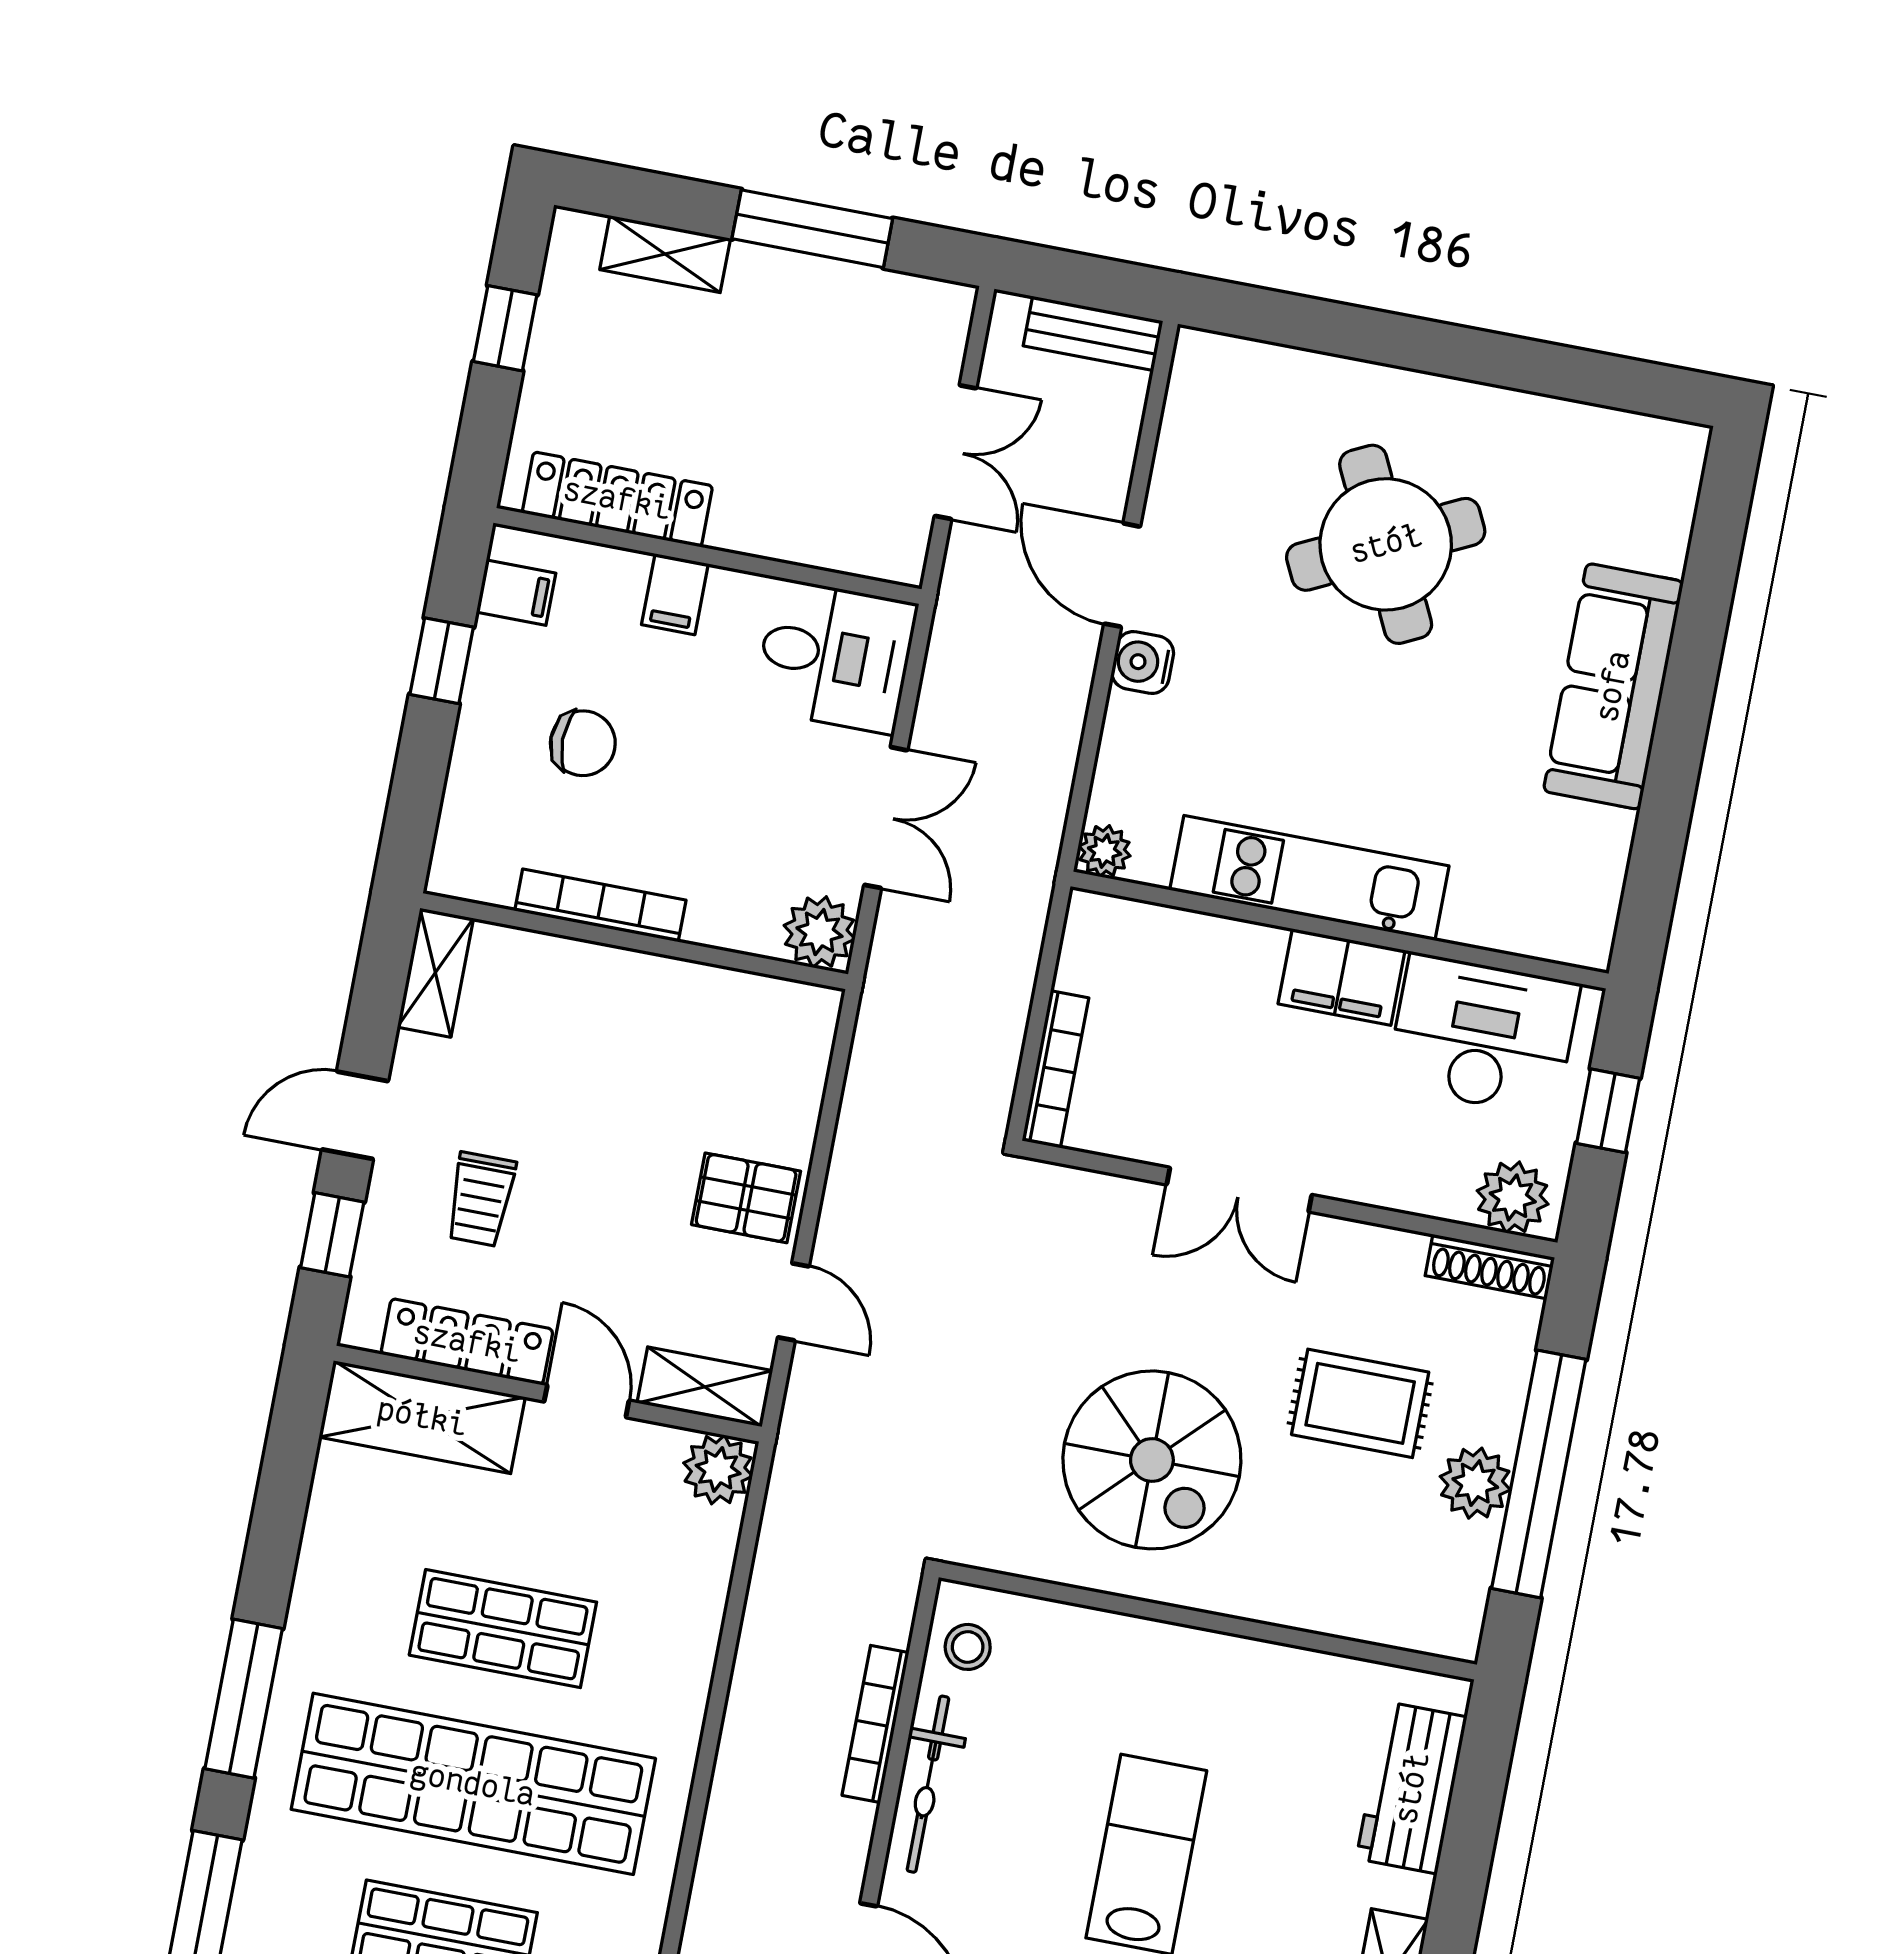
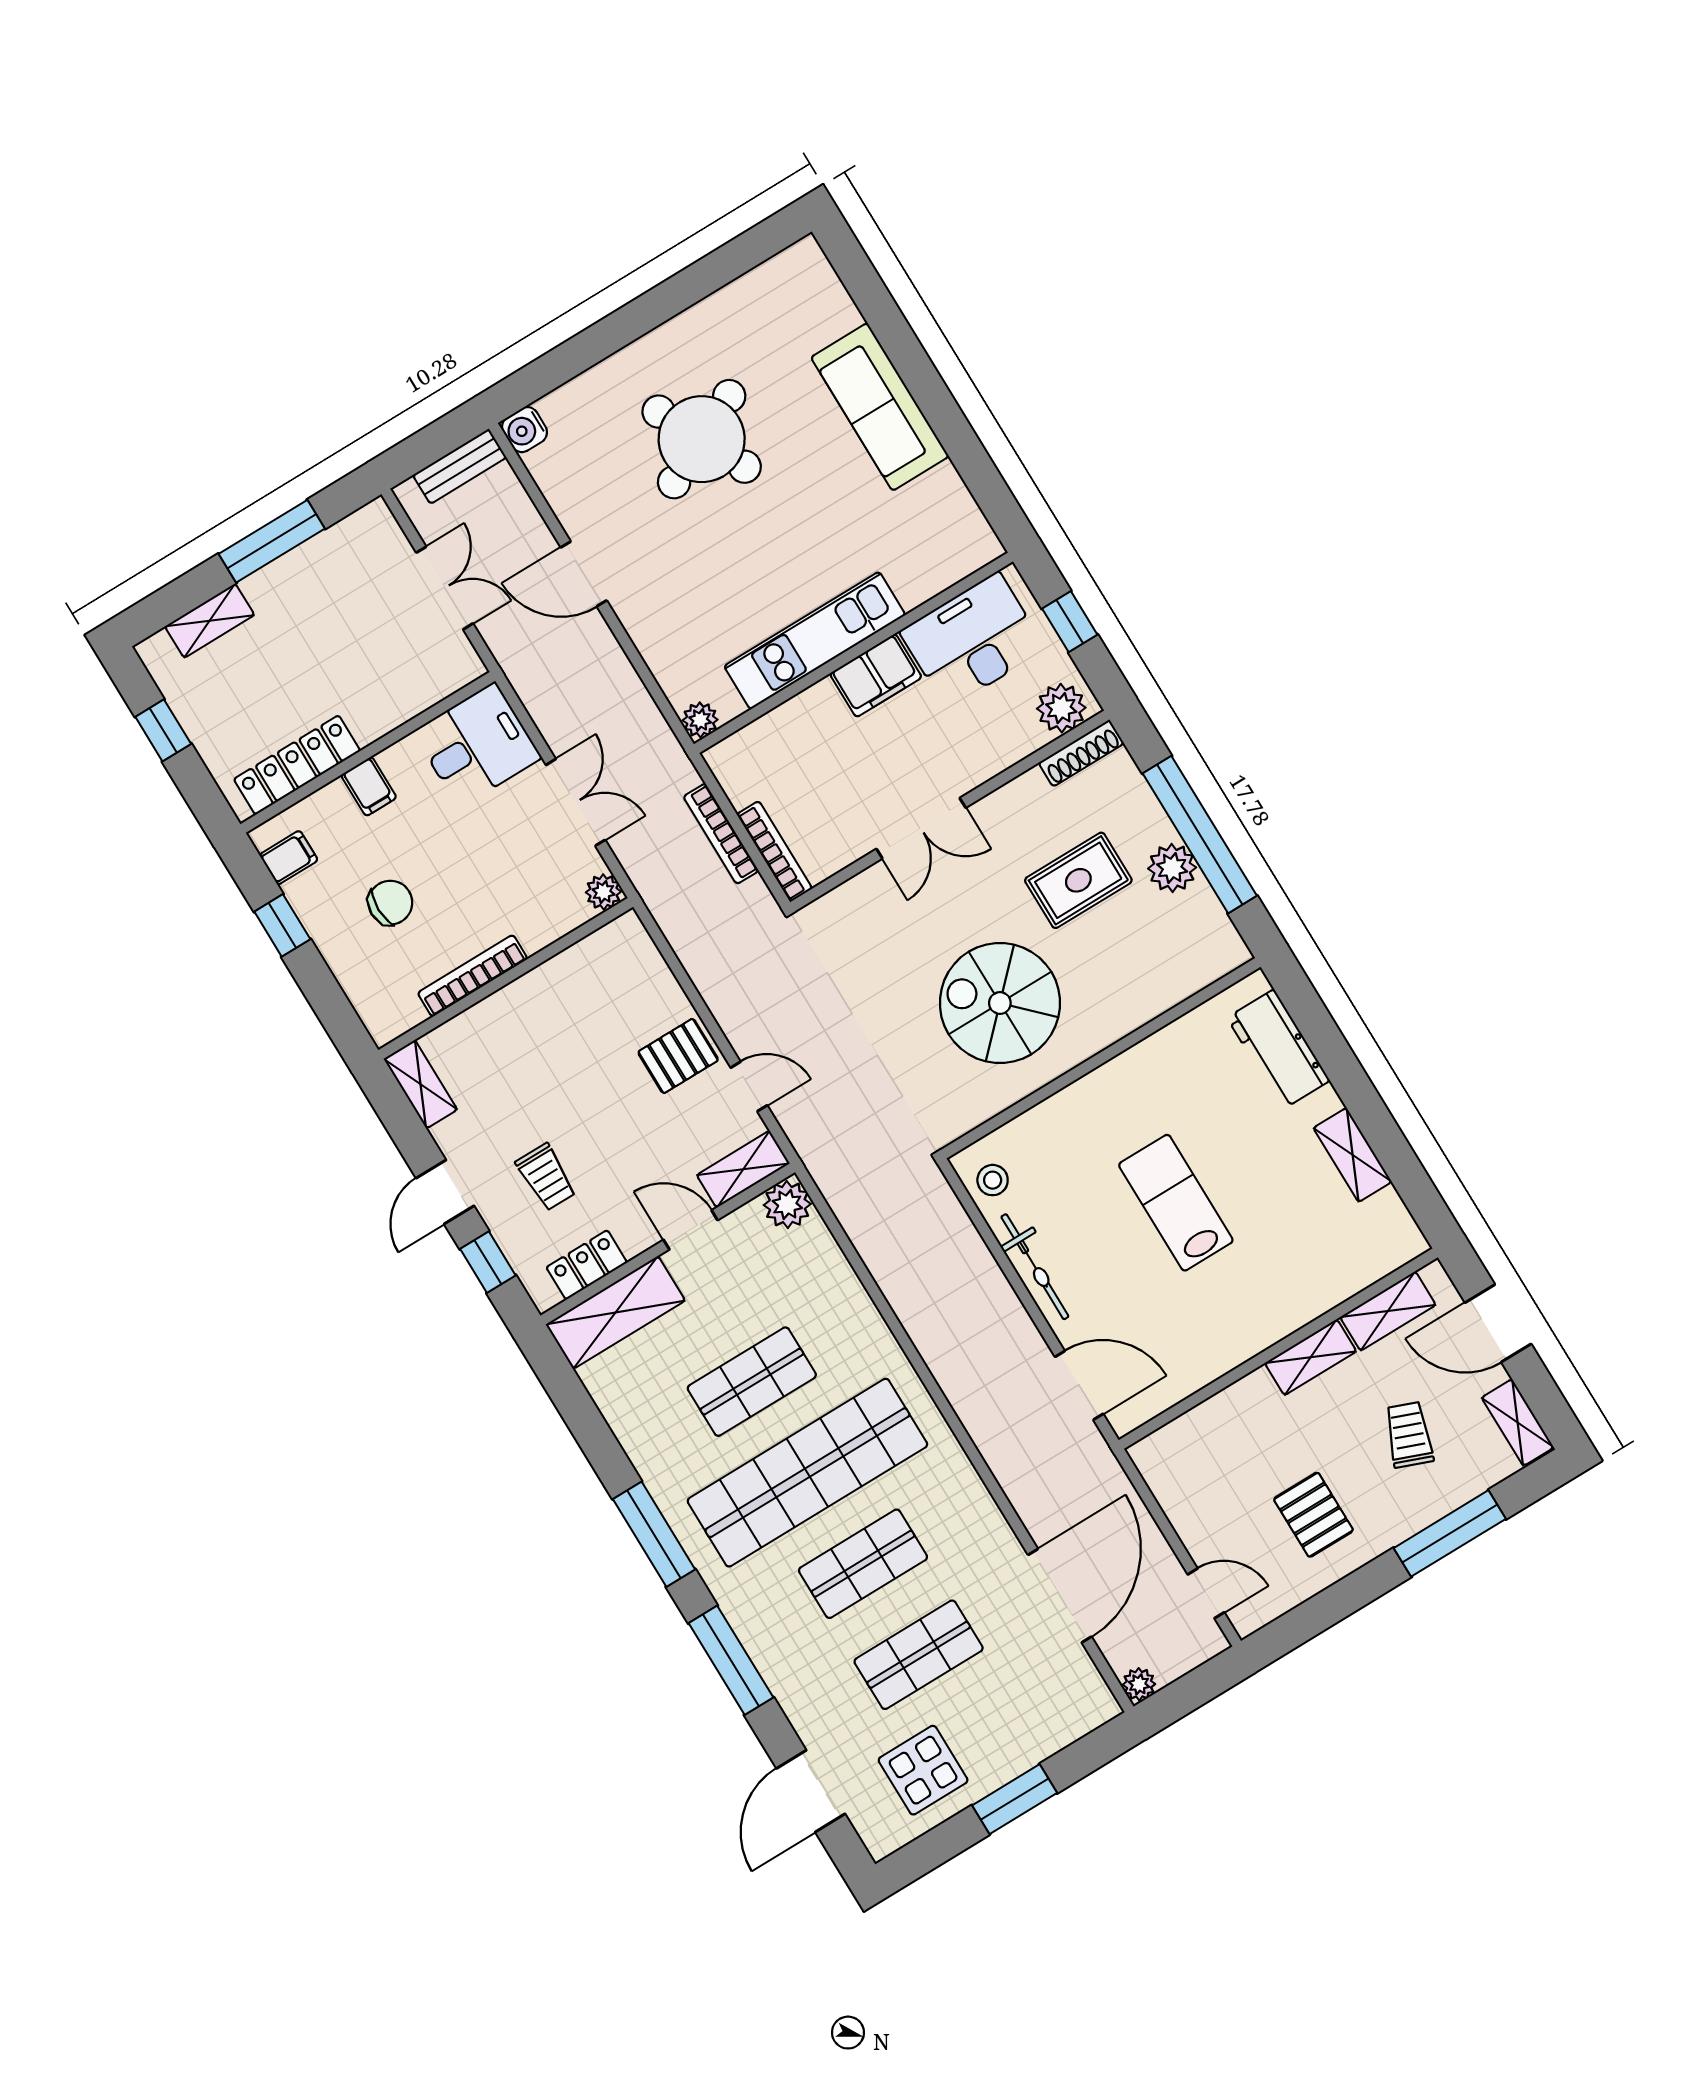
water cooler: (1143, 663) -> (524, 430), moved
plant: (819, 932) -> (603, 892), width x0.73, depth x0.73
locker: (467, 1342) -> (587, 1265), width x0.66
spiral stairs: (1152, 1460) -> (1000, 1003), turned 180
bookcase: (876, 1724) -> (721, 834), moved

